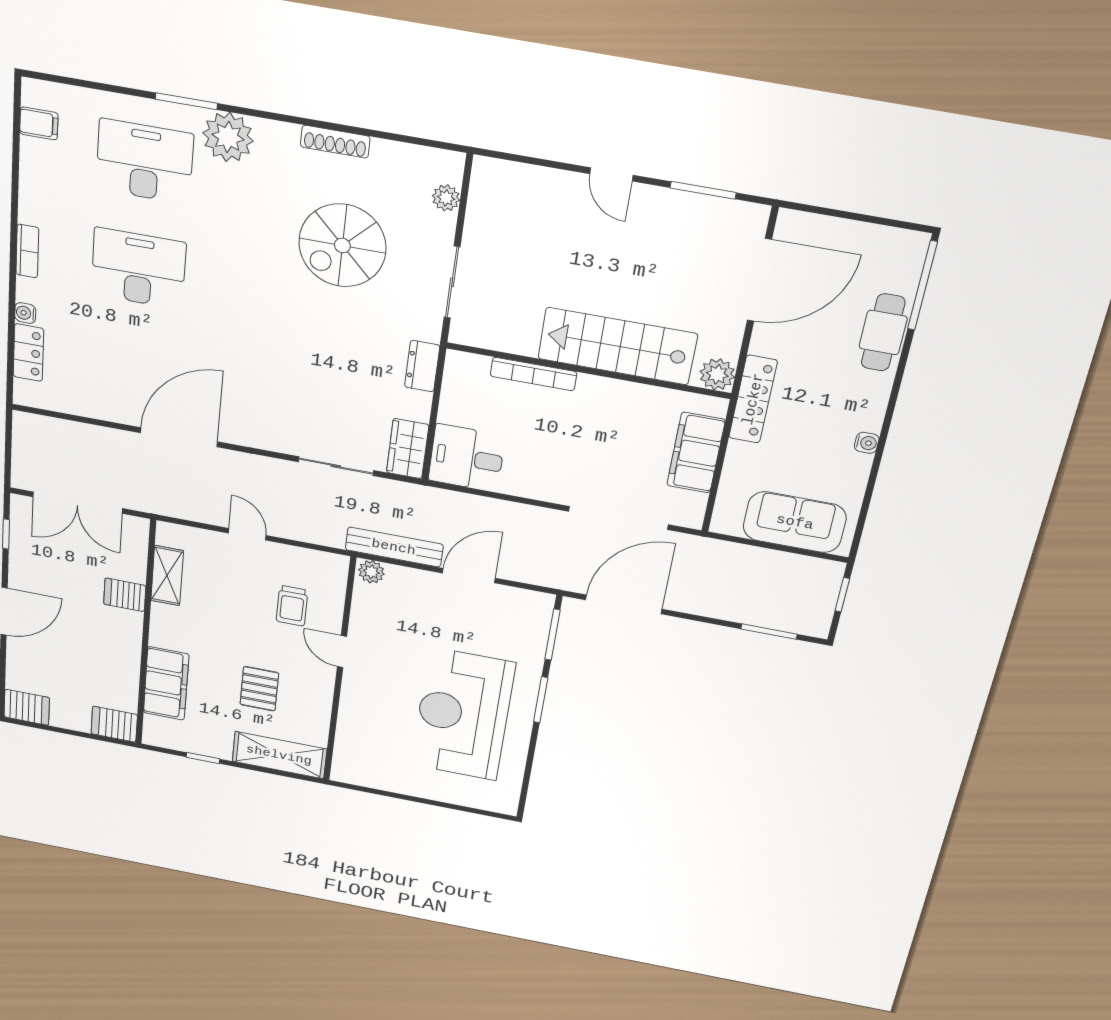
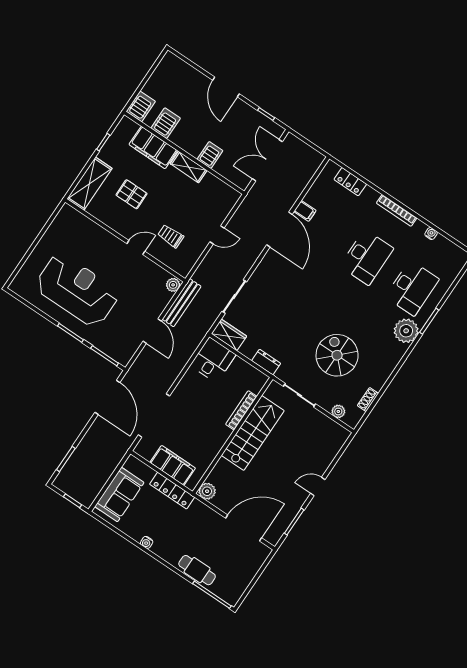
filing cabinet: (39, 123) -> (305, 211), moved, turned -90
shoe rack: (335, 142) -> (368, 399), moved, width x0.70
bookcase: (27, 251) -> (397, 210), width x1.56
door: (759, 280) -> (244, 528), swing flipped
water cooler: (25, 313) -> (431, 234), moved
stairs: (617, 346) -> (253, 433), moved
locker: (753, 399) -> (172, 491), moved
shelving: (167, 576) -> (189, 167), moved
server rack: (27, 707) -> (166, 123), moved, turned 180

